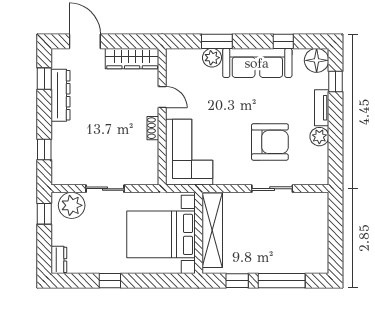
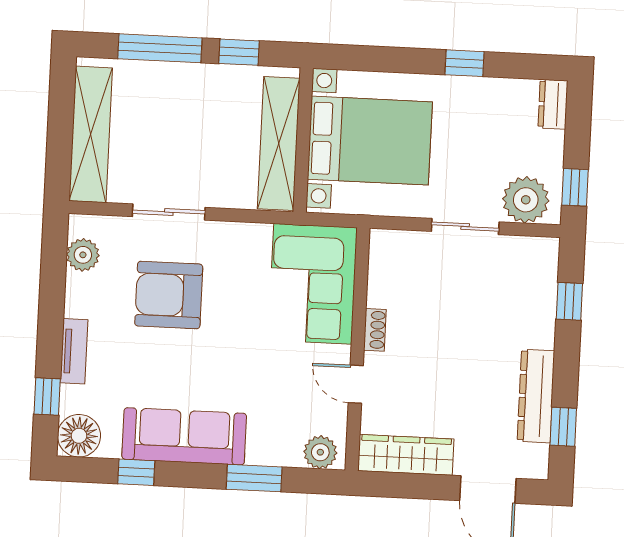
plant: (212, 58) -> (320, 452), moved
plant: (319, 137) -> (83, 255), moved
shelving: (318, 230) -> (91, 134), added

